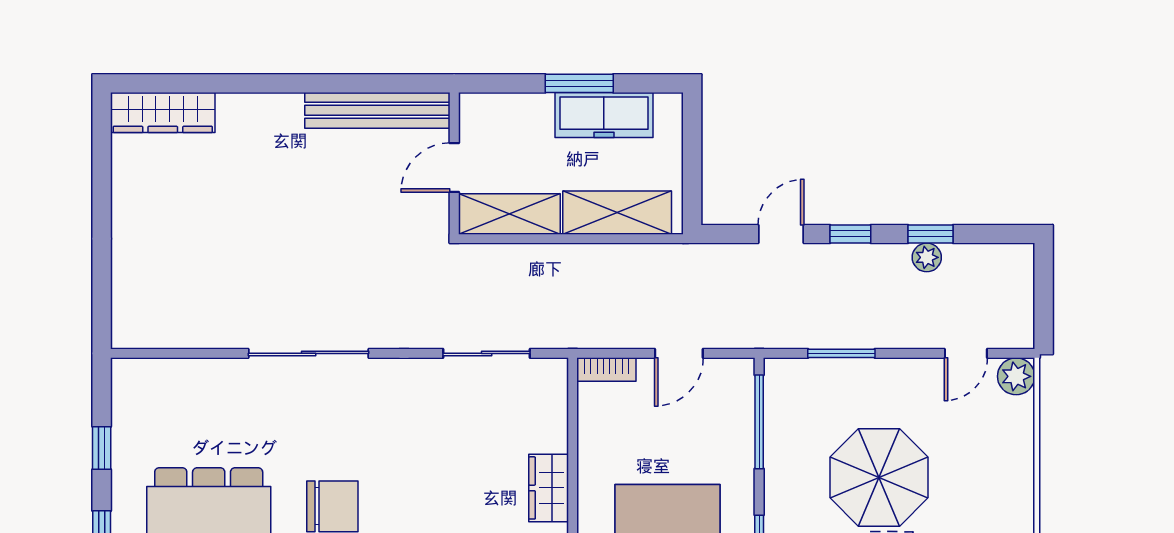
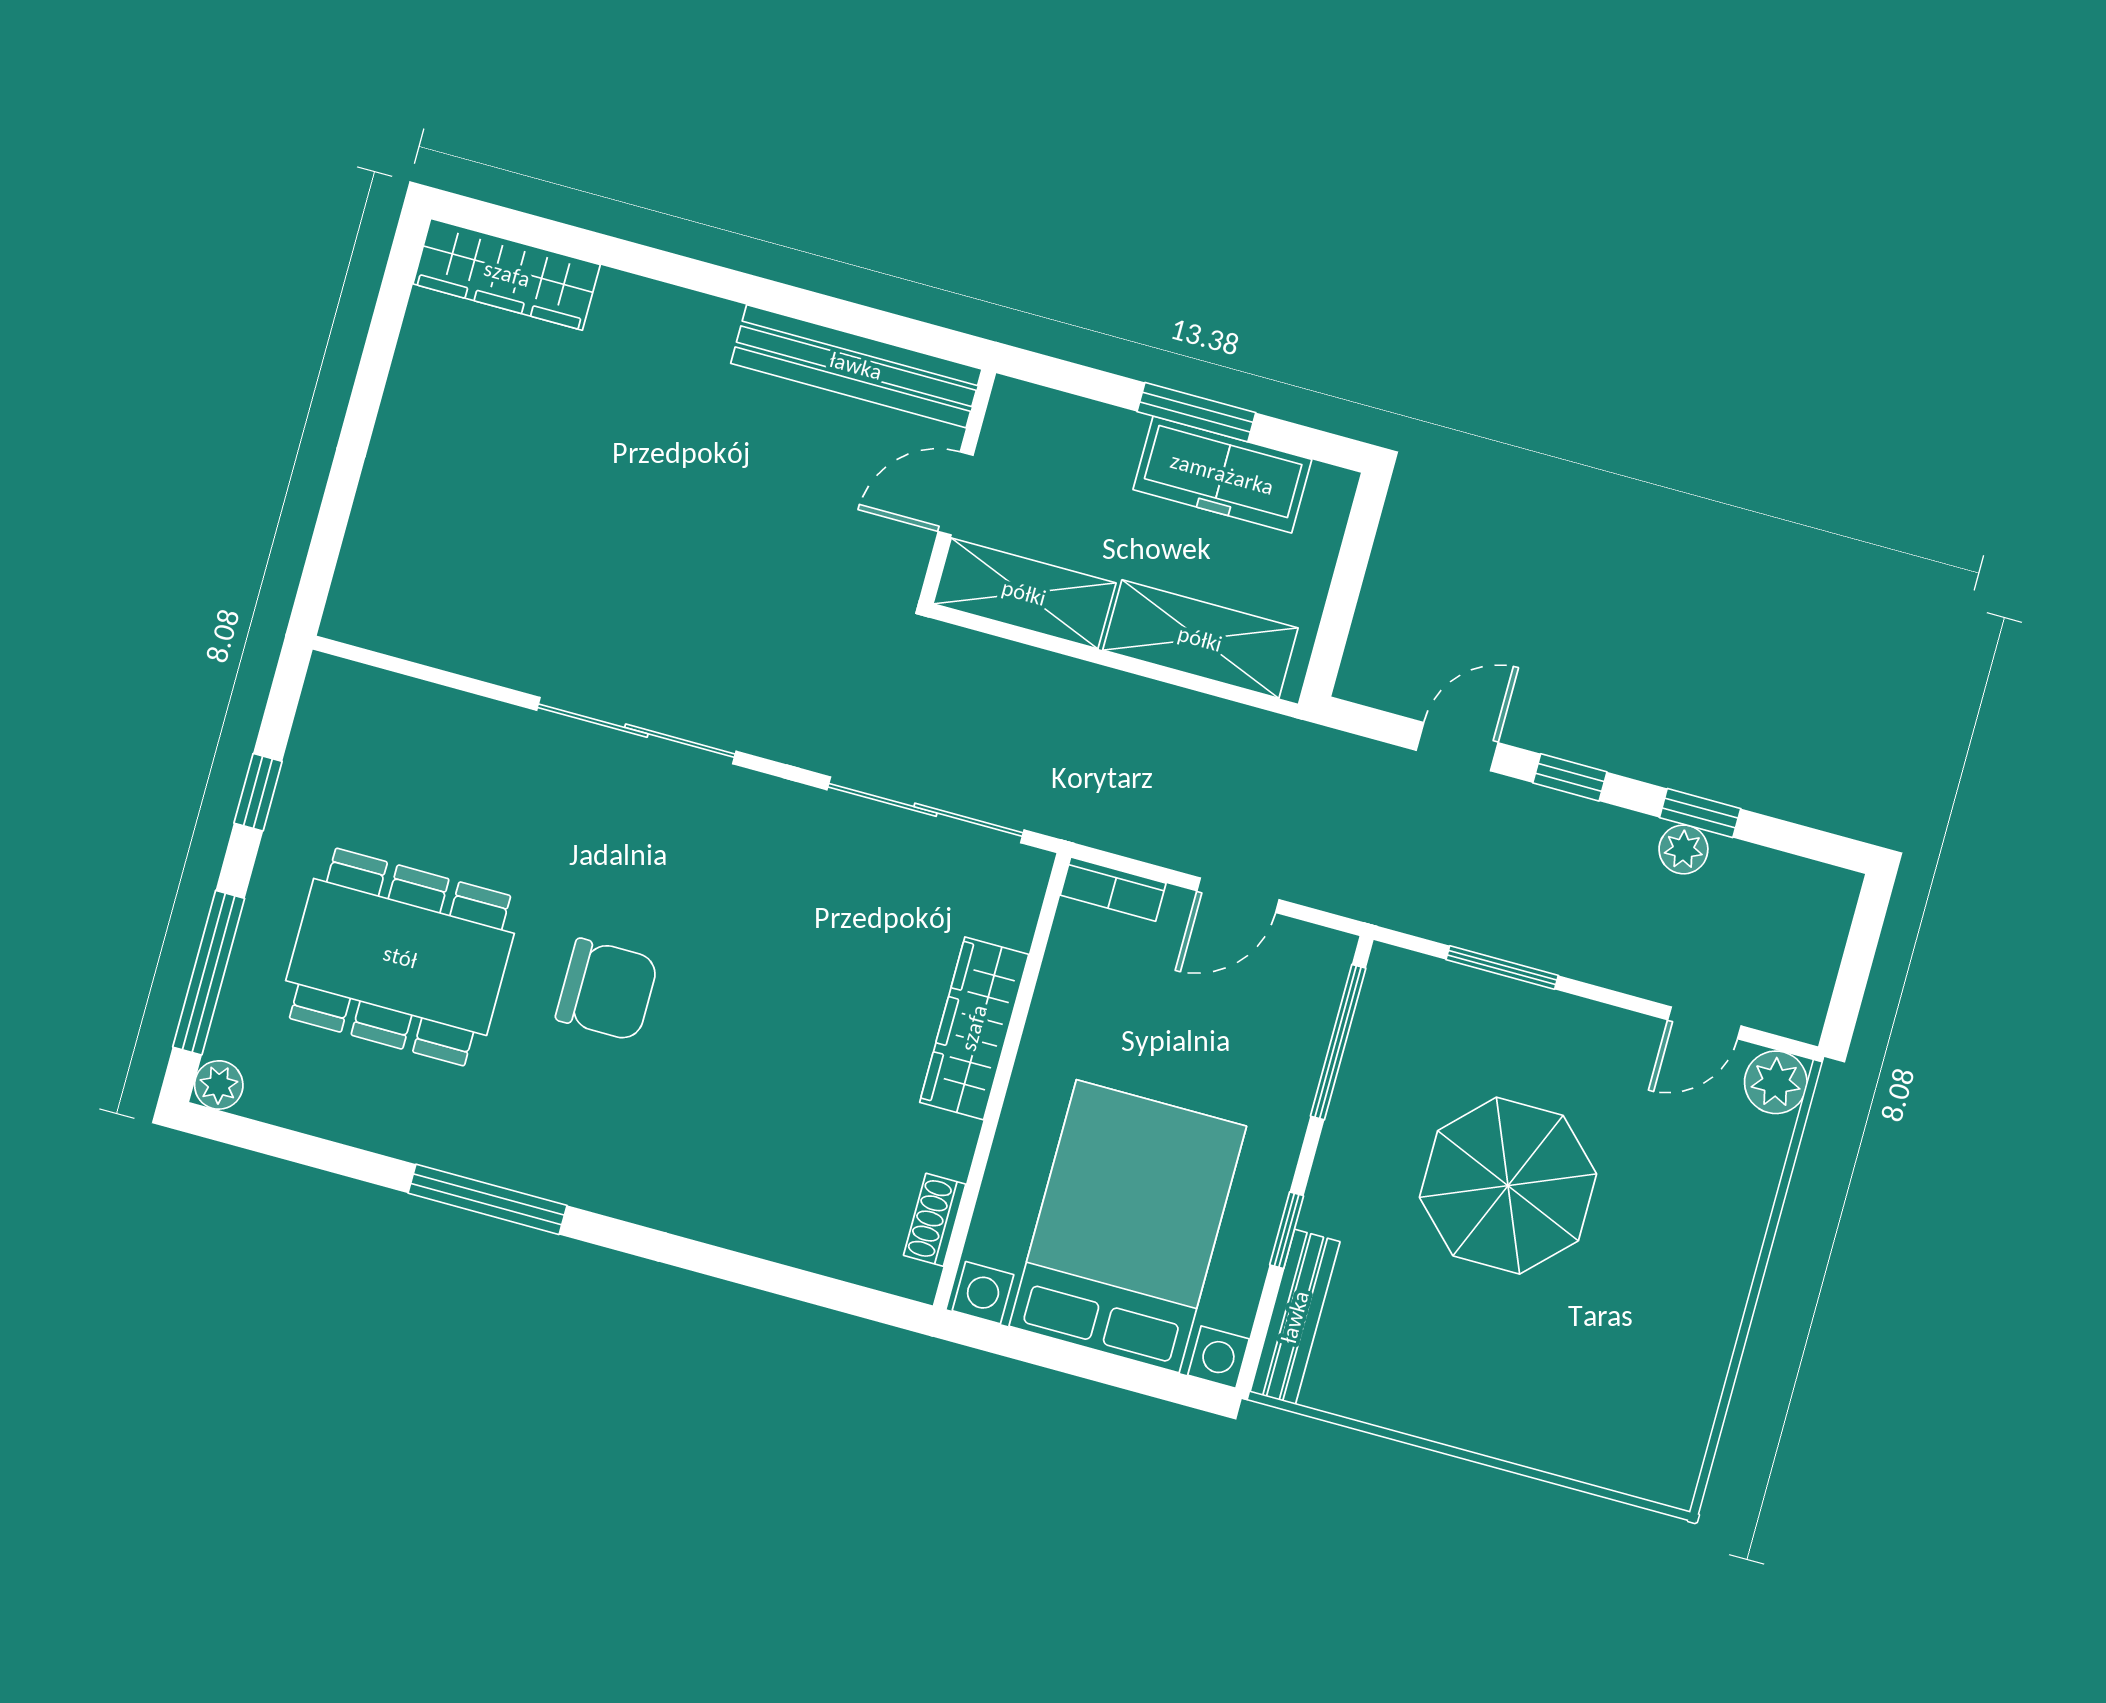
sliding door: (487, 353) -> (926, 810), width x1.37
wardrobe: (549, 488) -> (974, 1028), width x1.50

